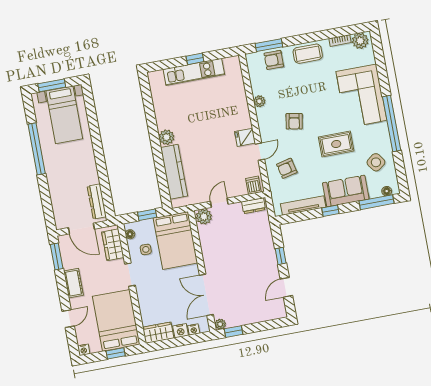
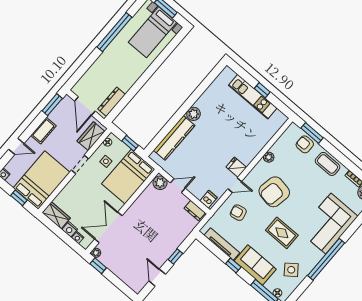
armchair: (294, 121) -> (274, 192), width x1.88, depth x1.88
door: (286, 287) -> (157, 278), hinge flipped

